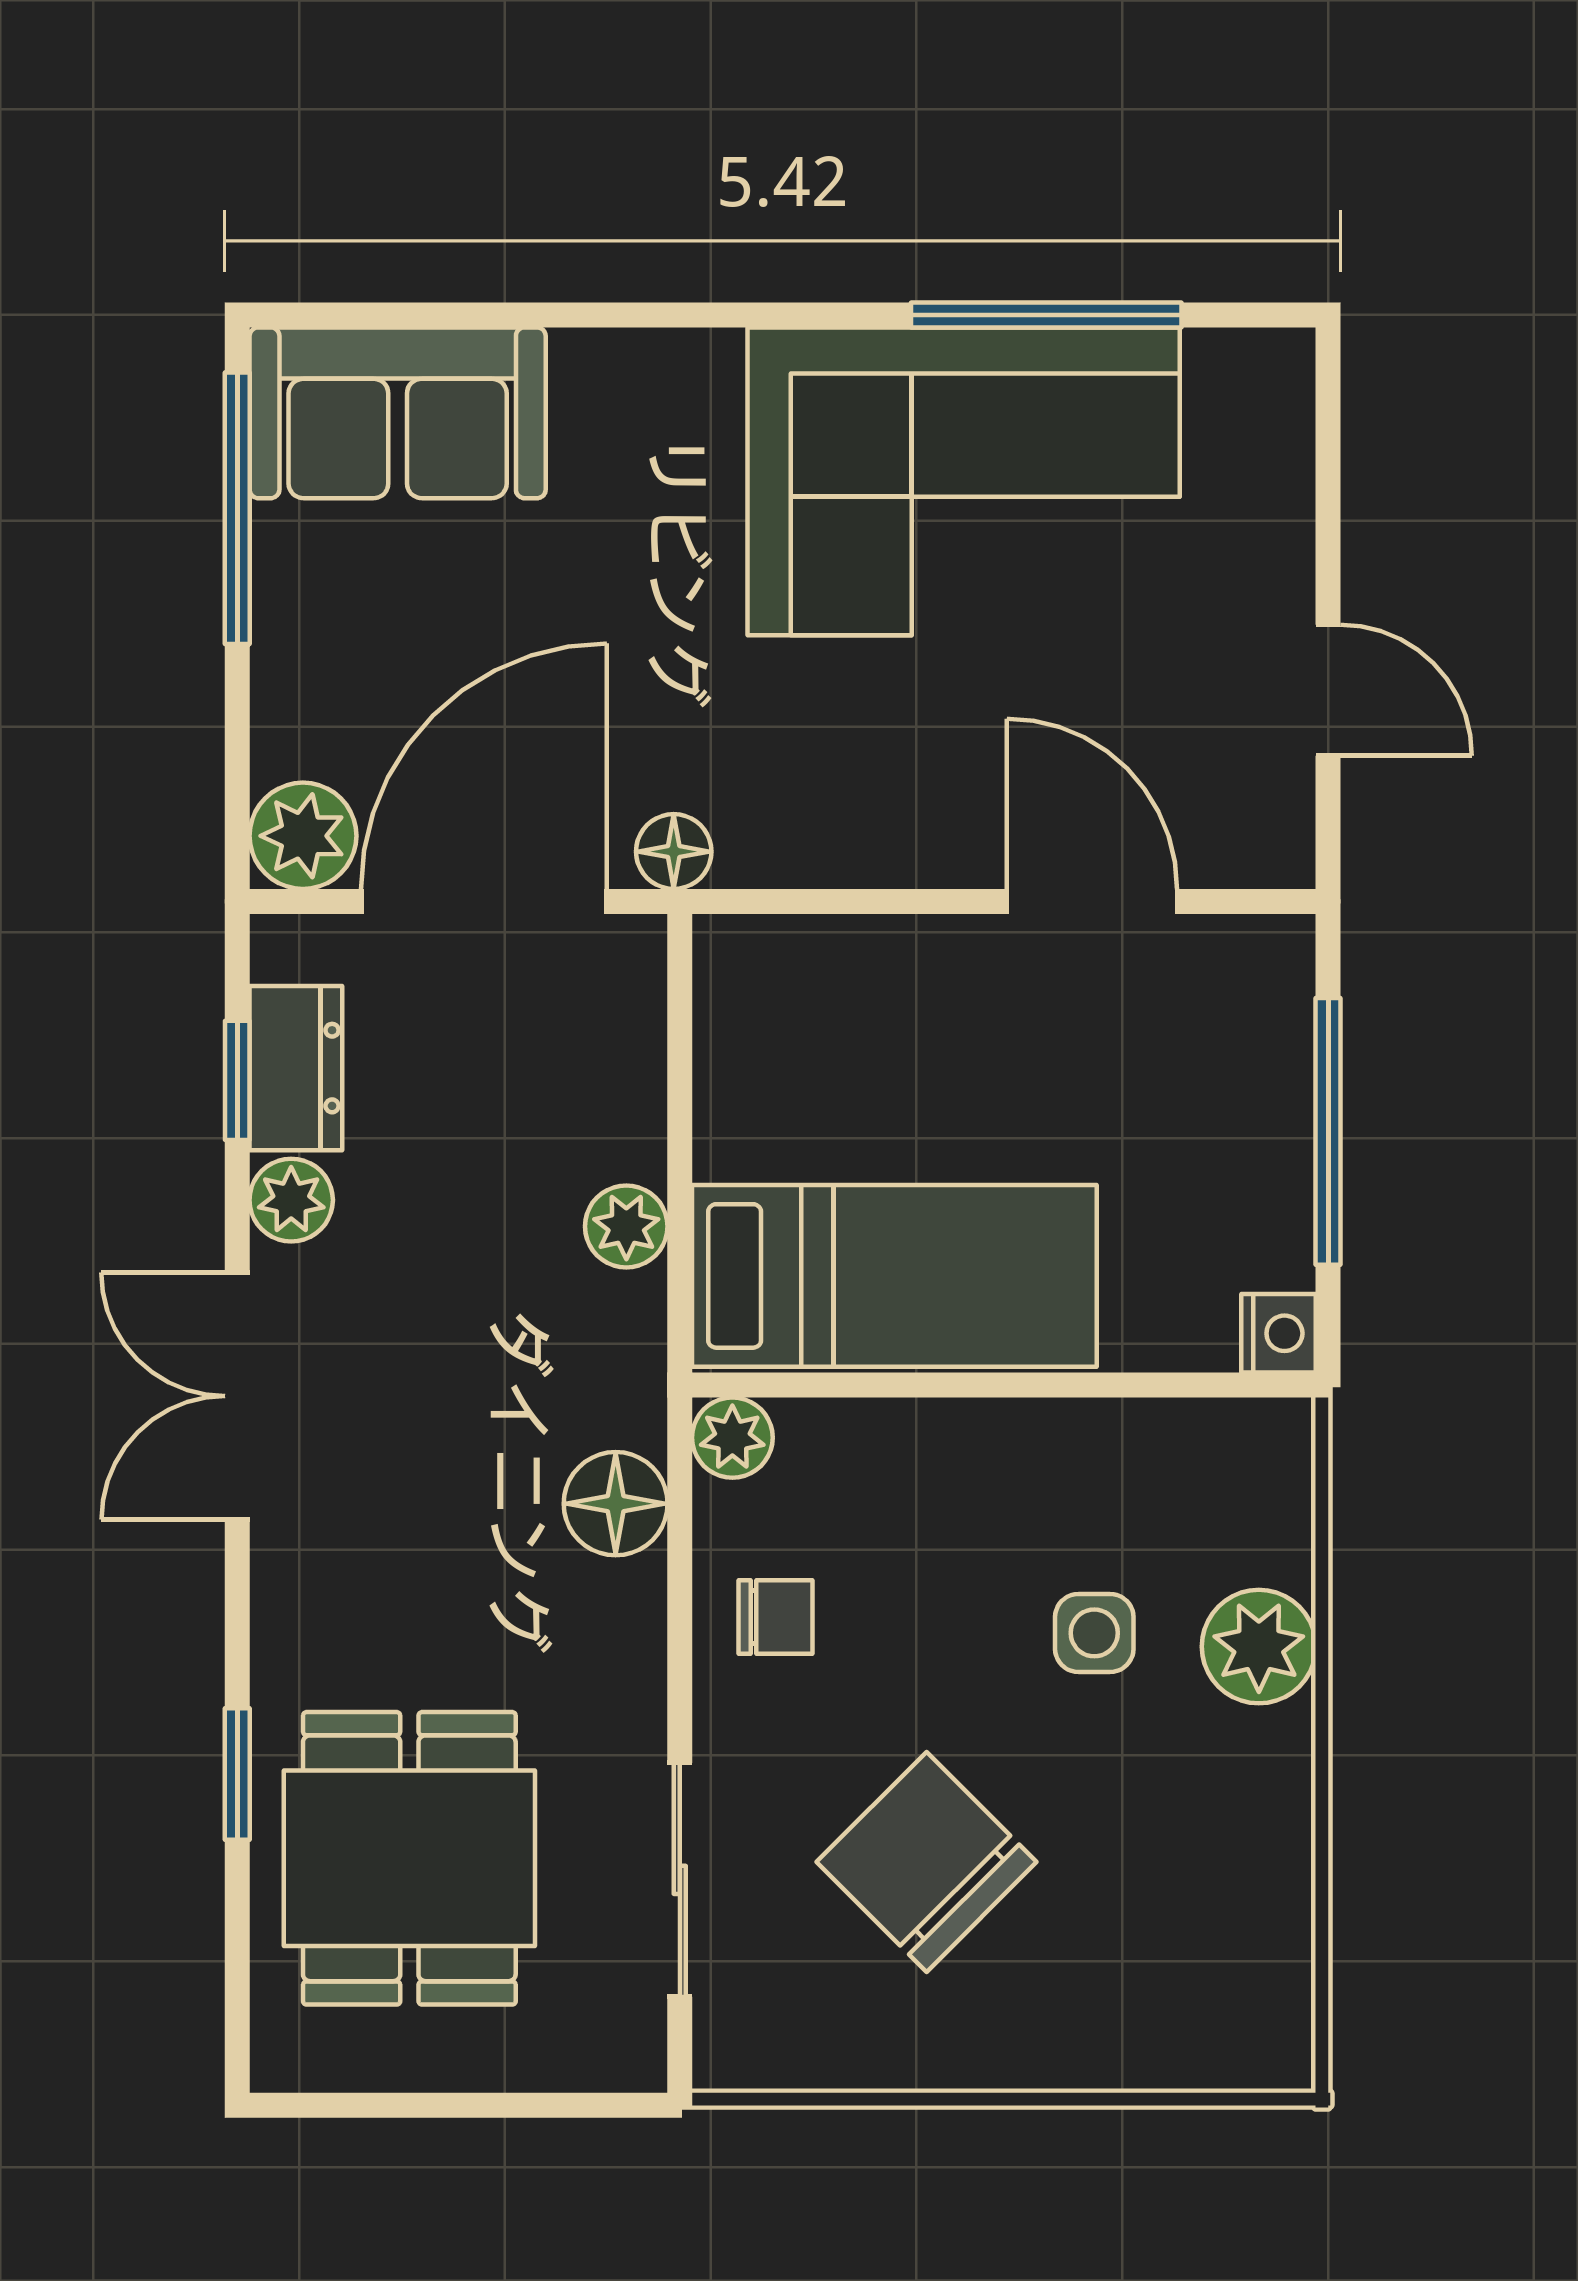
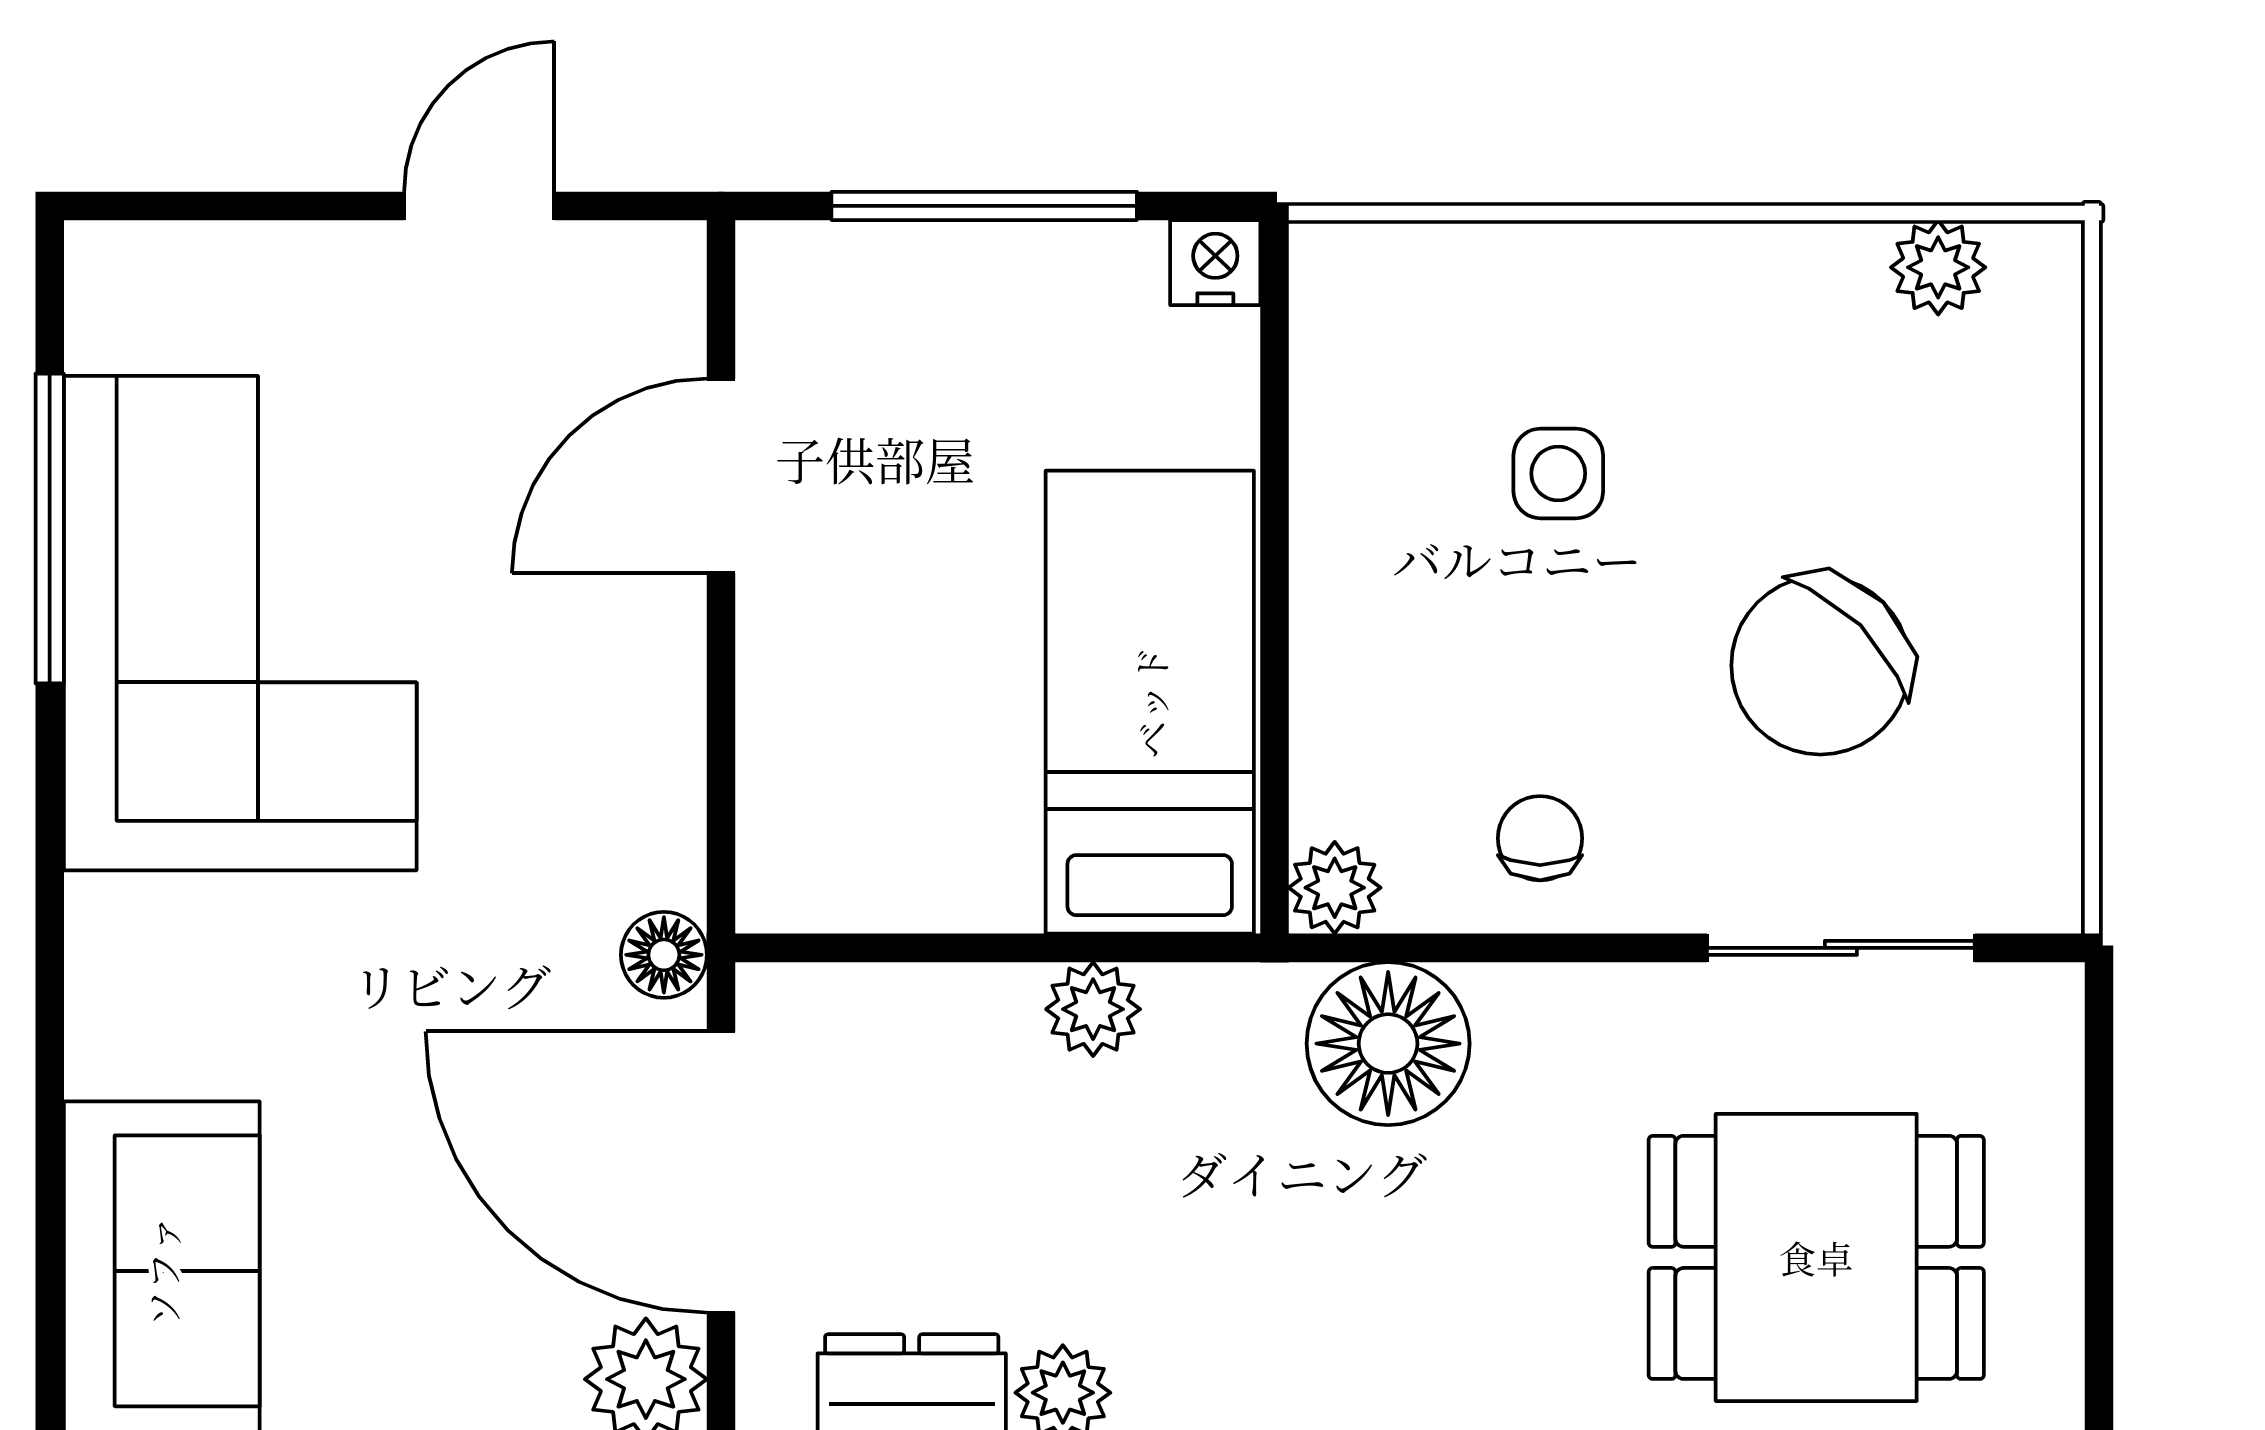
floor lamp: (616, 1504) -> (1388, 1044), width x1.38, depth x1.38
plant: (1259, 1647) -> (1938, 267), moved, width x0.73, depth x0.73

